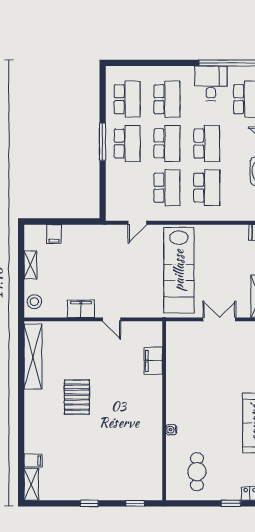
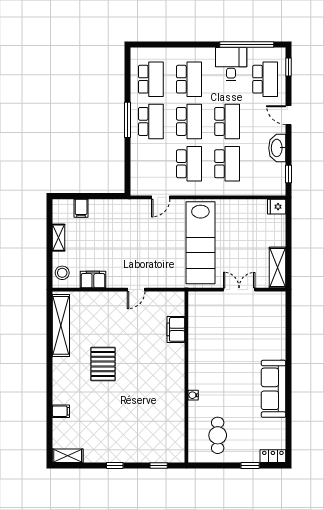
filing cabinet: (81, 309) -> (93, 280), moved
door: (112, 319) -> (136, 290), hinge flipped
filing cabinet: (33, 460) -> (61, 411), moved
shelving: (31, 484) -> (68, 456), moved, turned 90

